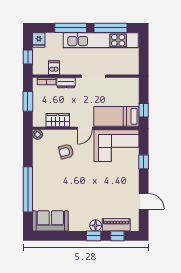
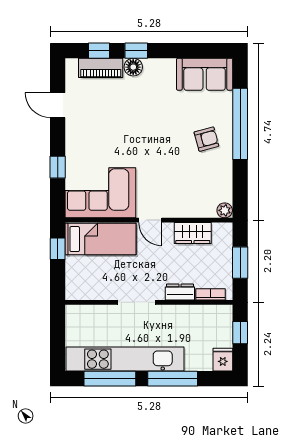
dishwasher: (54, 68) -> (199, 316), removed
door: (85, 128) -> (150, 220), swing flipped
armchair: (66, 152) -> (206, 139), moved

